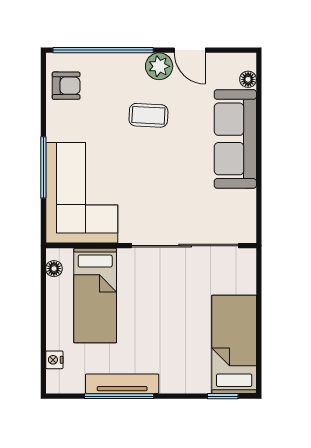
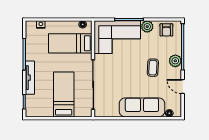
door: (190, 50) -> (183, 87), hinge flipped
plant: (159, 66) -> (175, 61), moved
plant: (59, 128) -> (147, 27), added
bed: (234, 344) -> (64, 94), moved, turned -90
tv unit: (122, 384) -> (30, 78), moved

